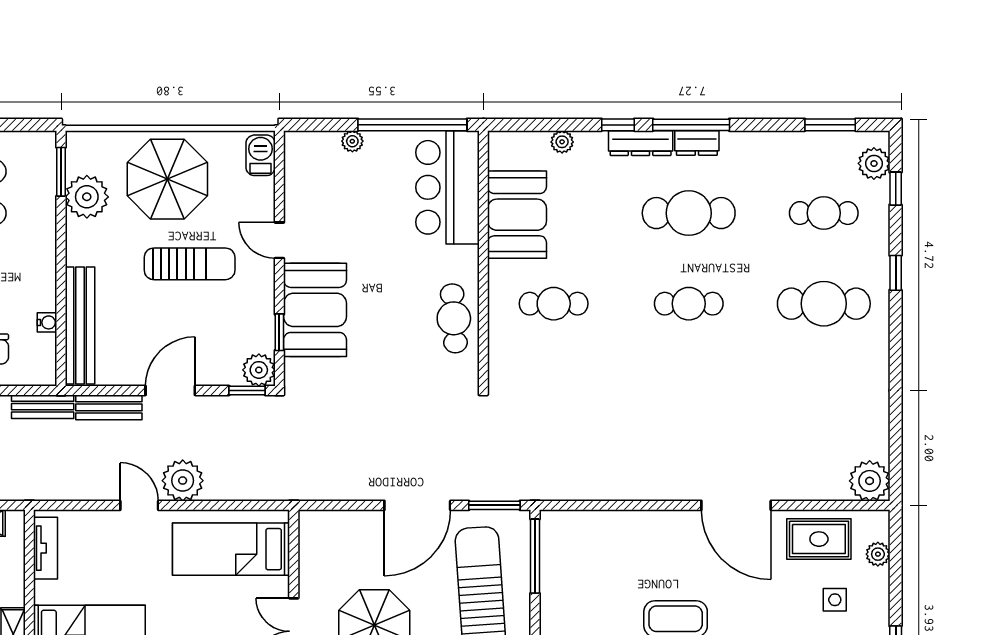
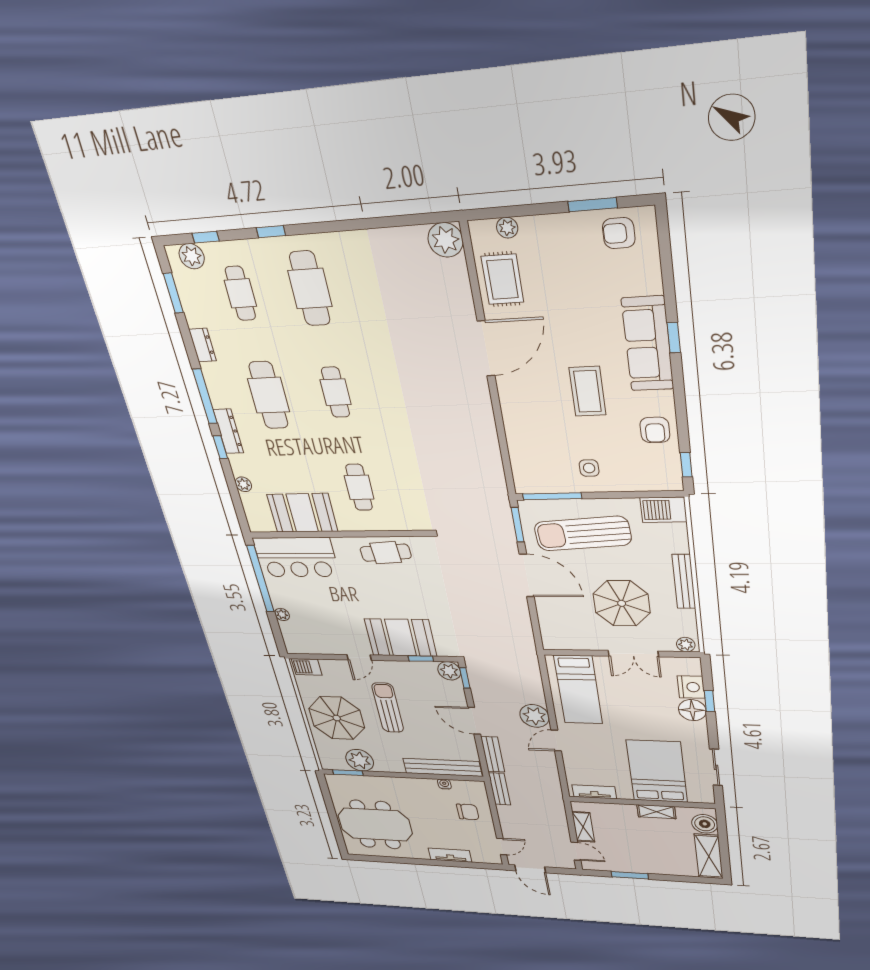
dresser: (697, 143) -> (203, 345), moved
side table: (835, 600) -> (589, 468), moved

